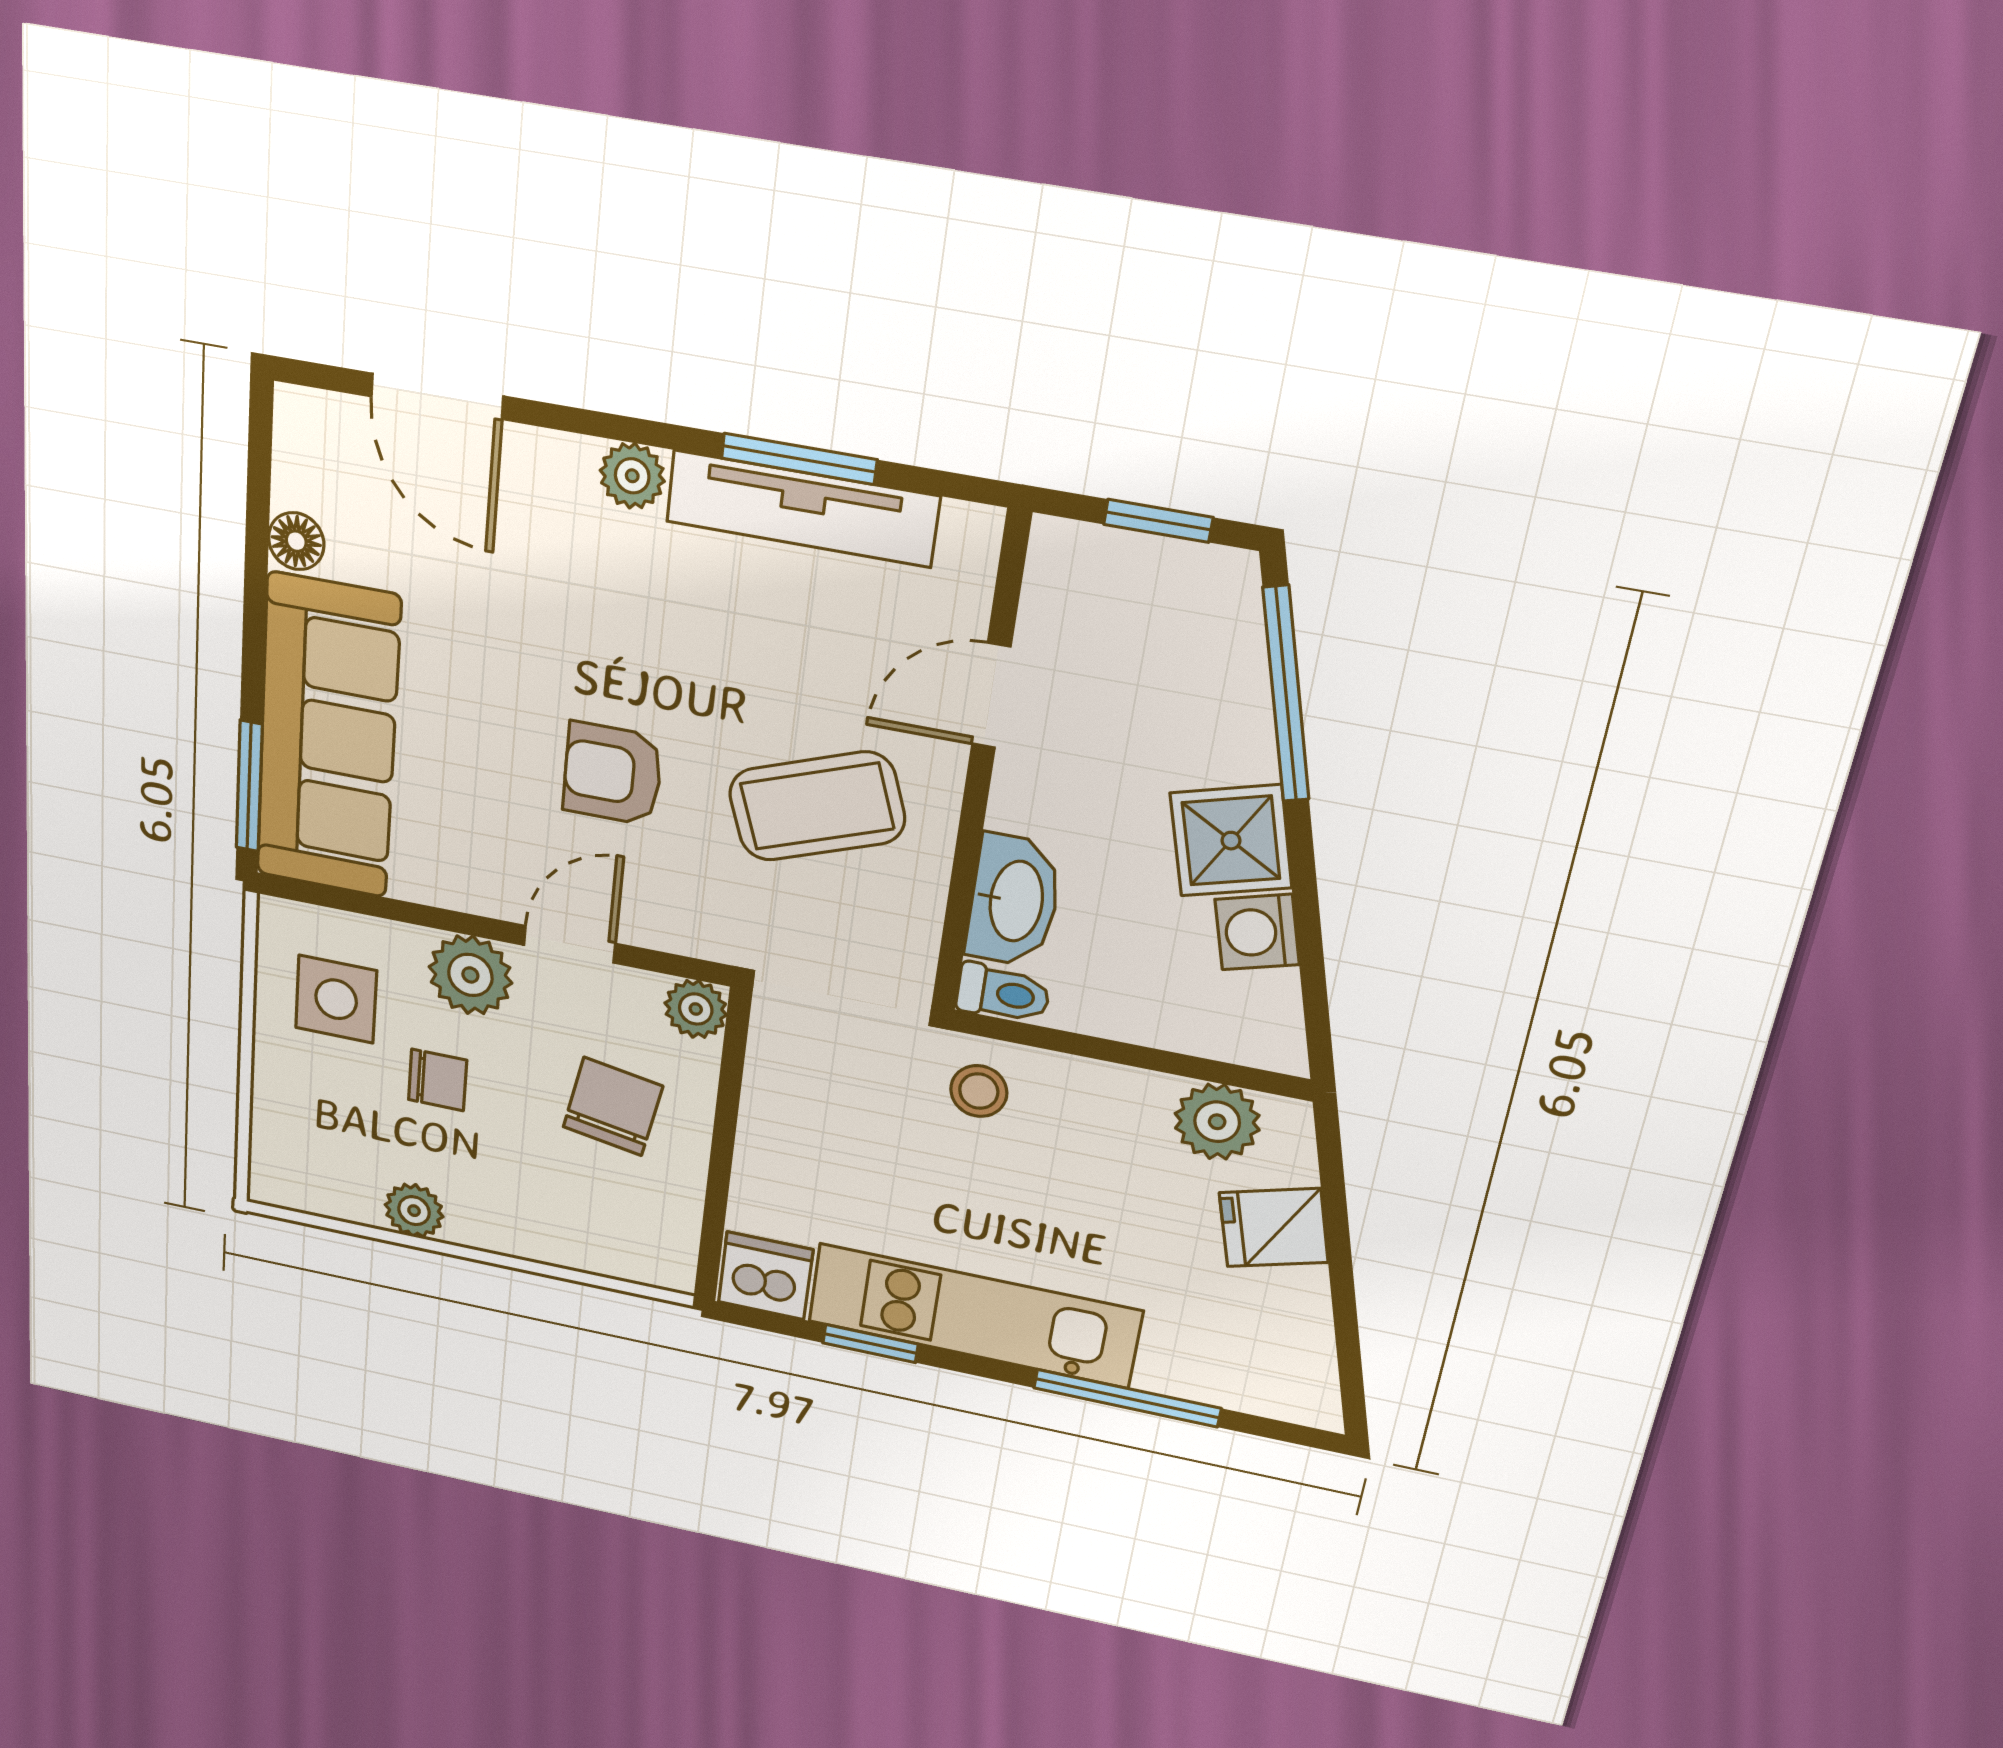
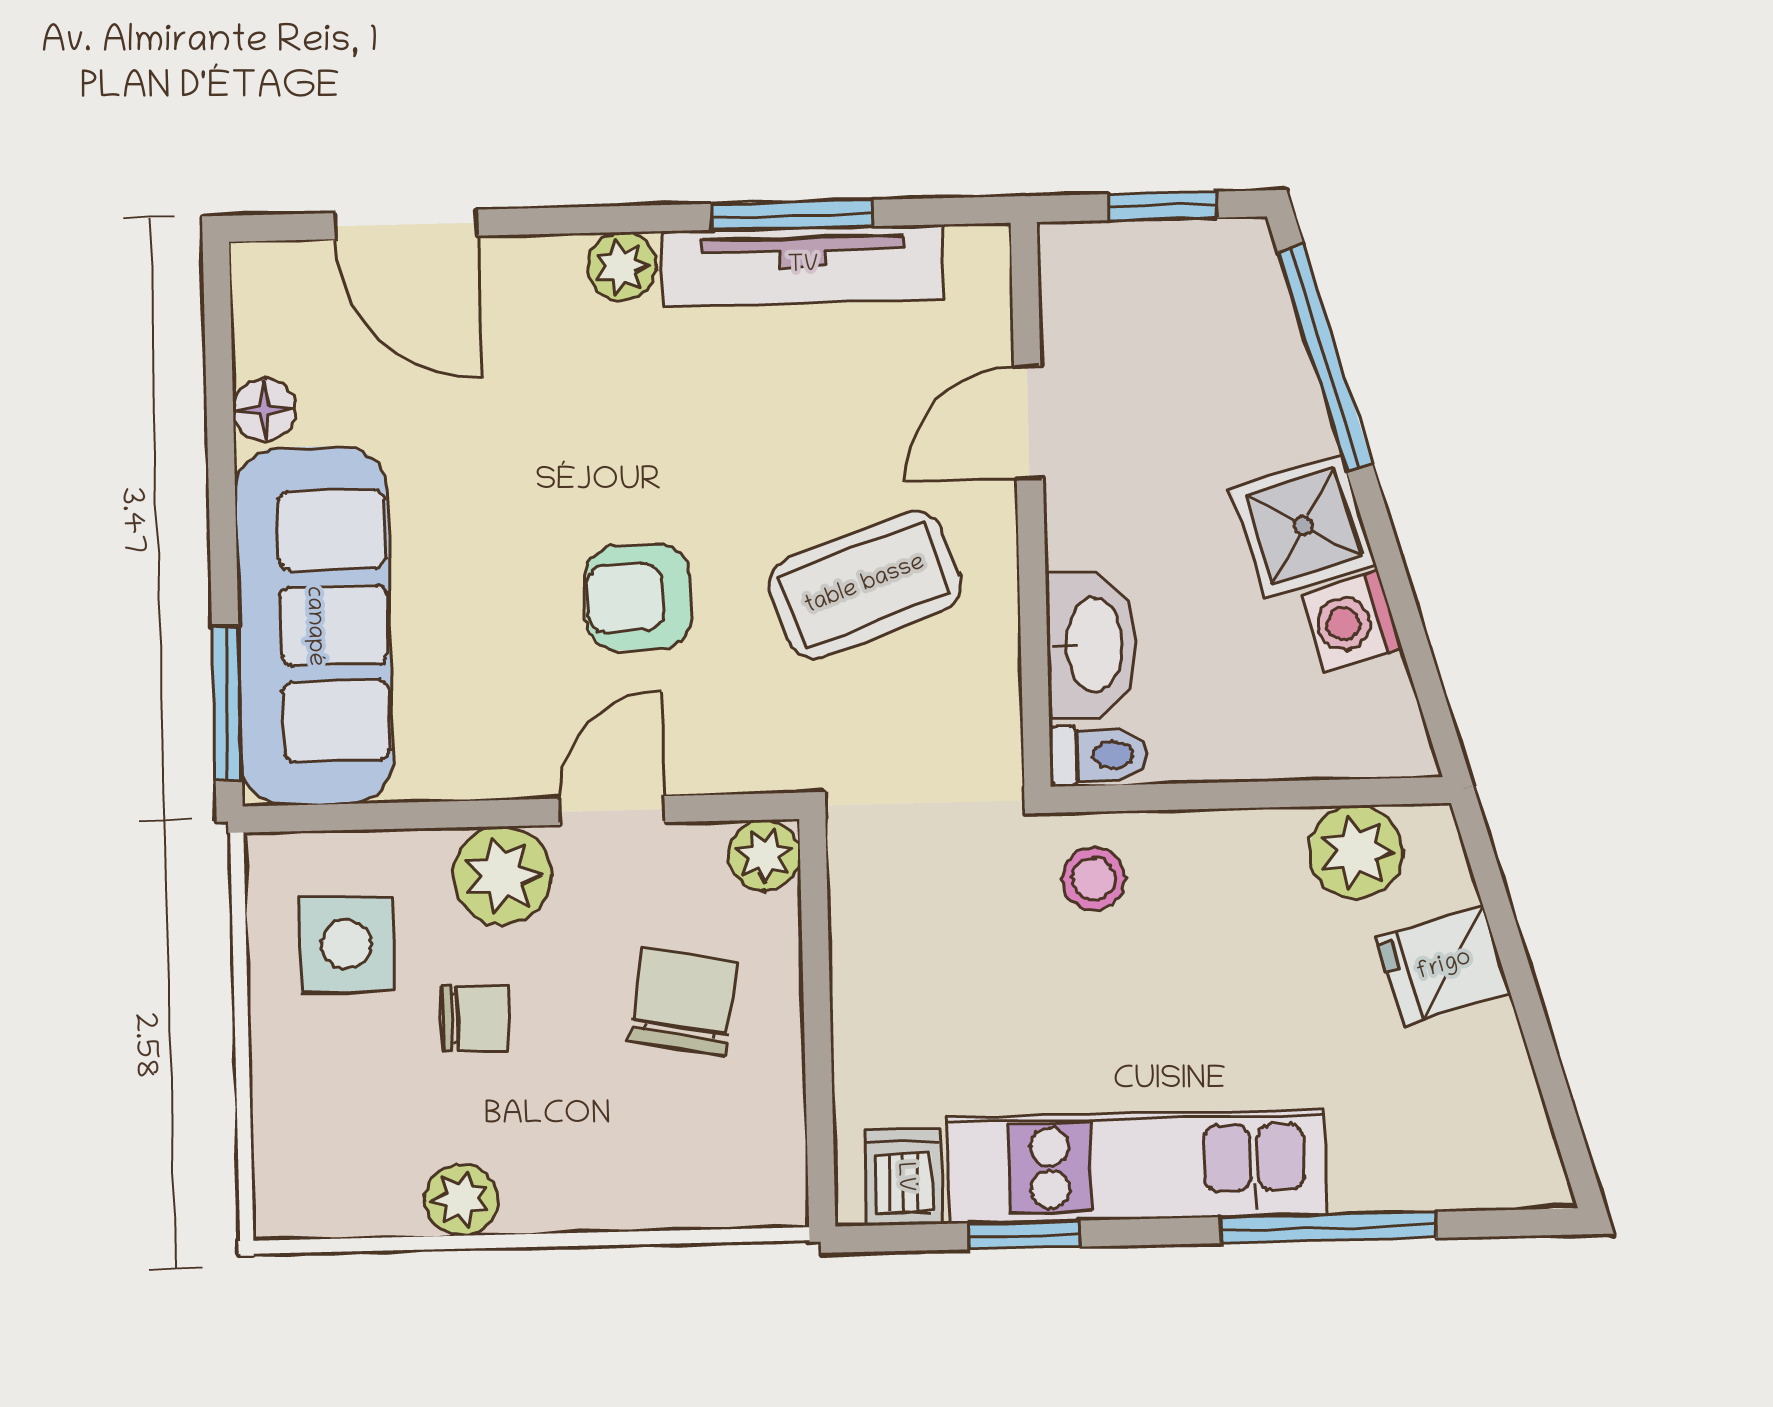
dishwasher: (766, 1276) -> (904, 1177), width x0.73

